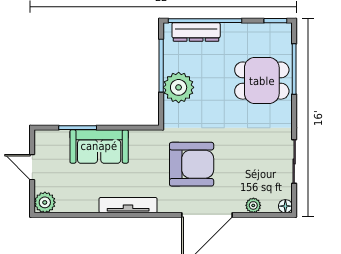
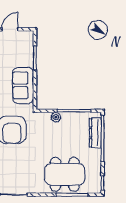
dining table: (262, 81) -> (65, 174), width x1.38
plant: (179, 87) -> (56, 117), width x0.53, depth x0.53
sofa: (99, 146) -> (23, 85), moved

